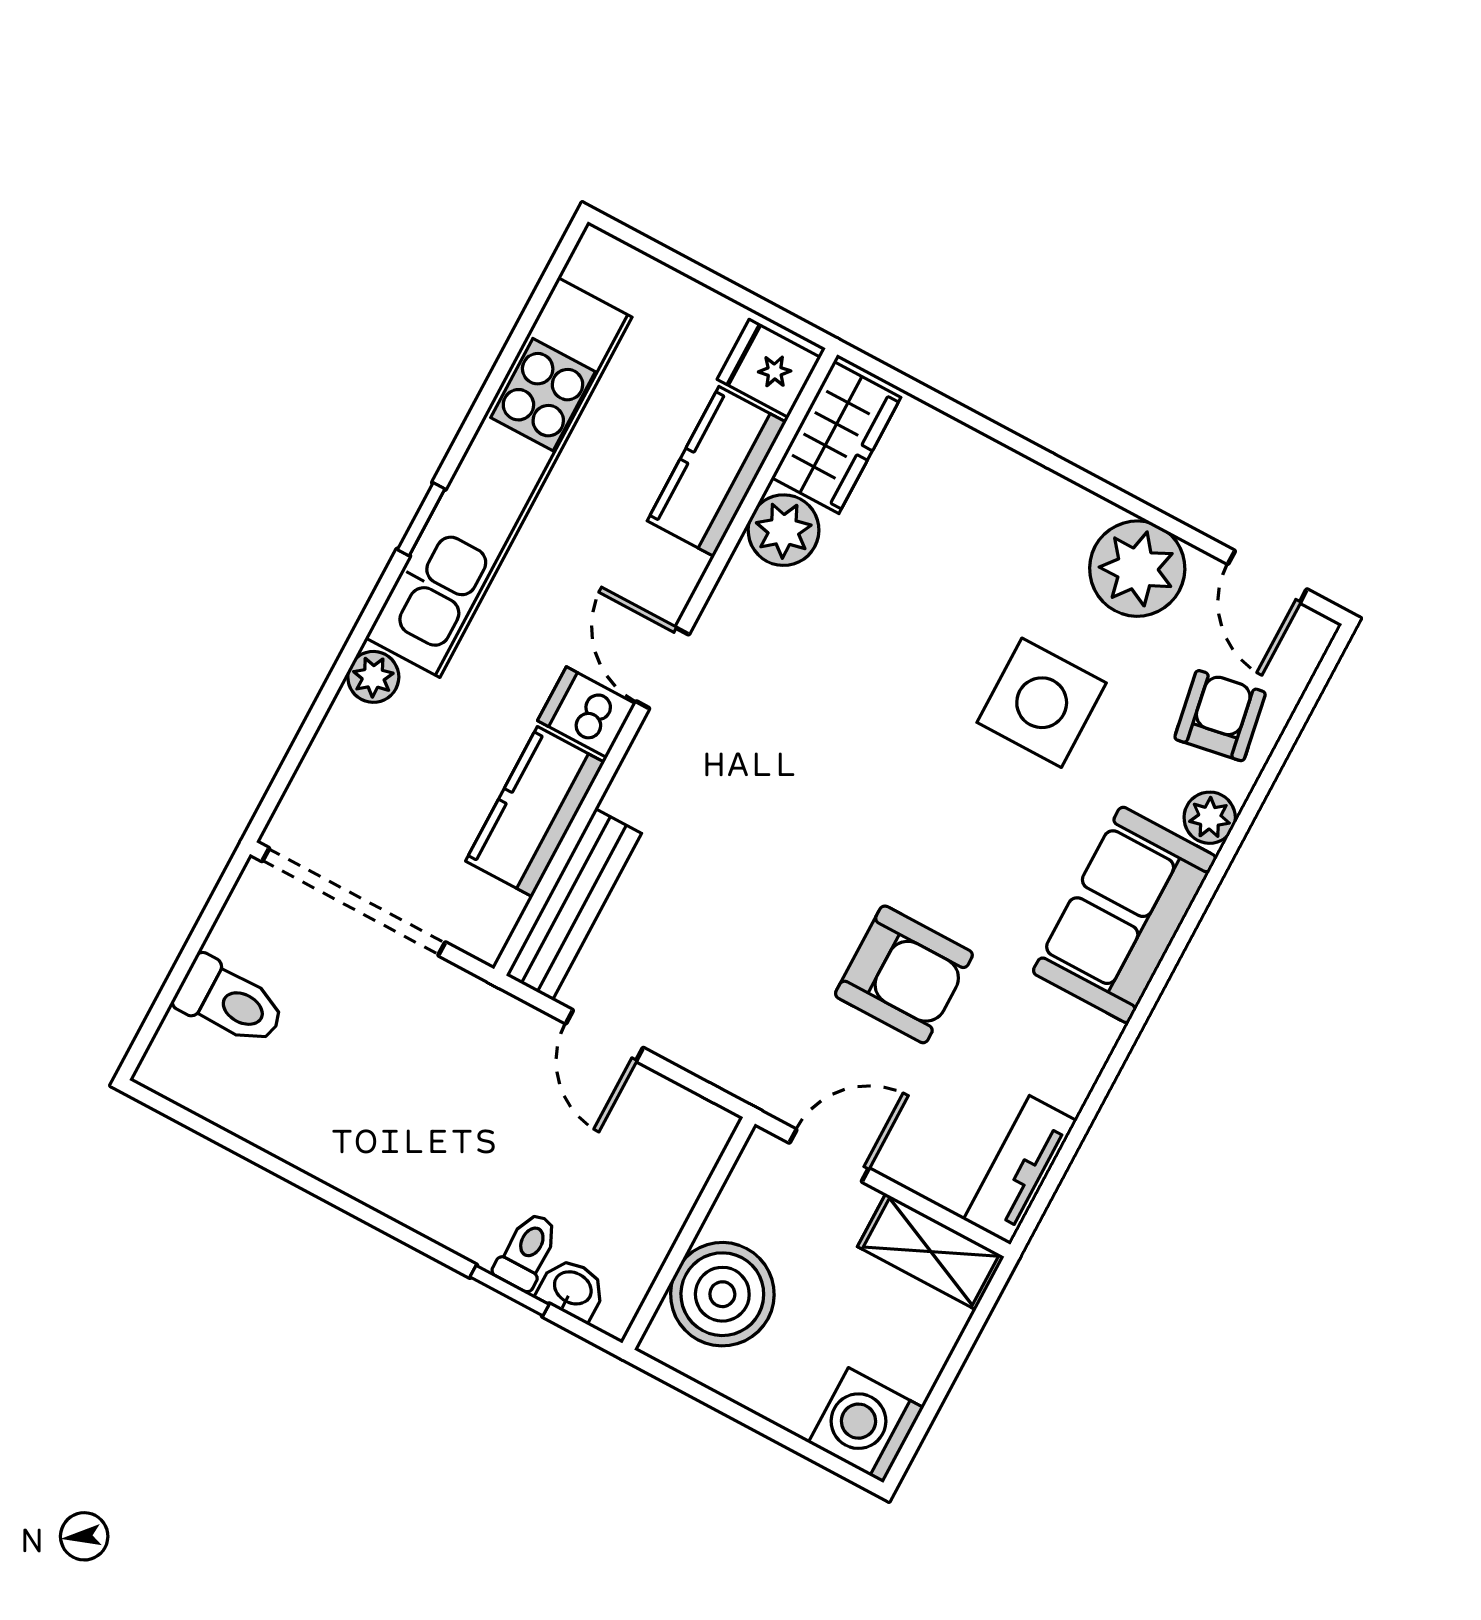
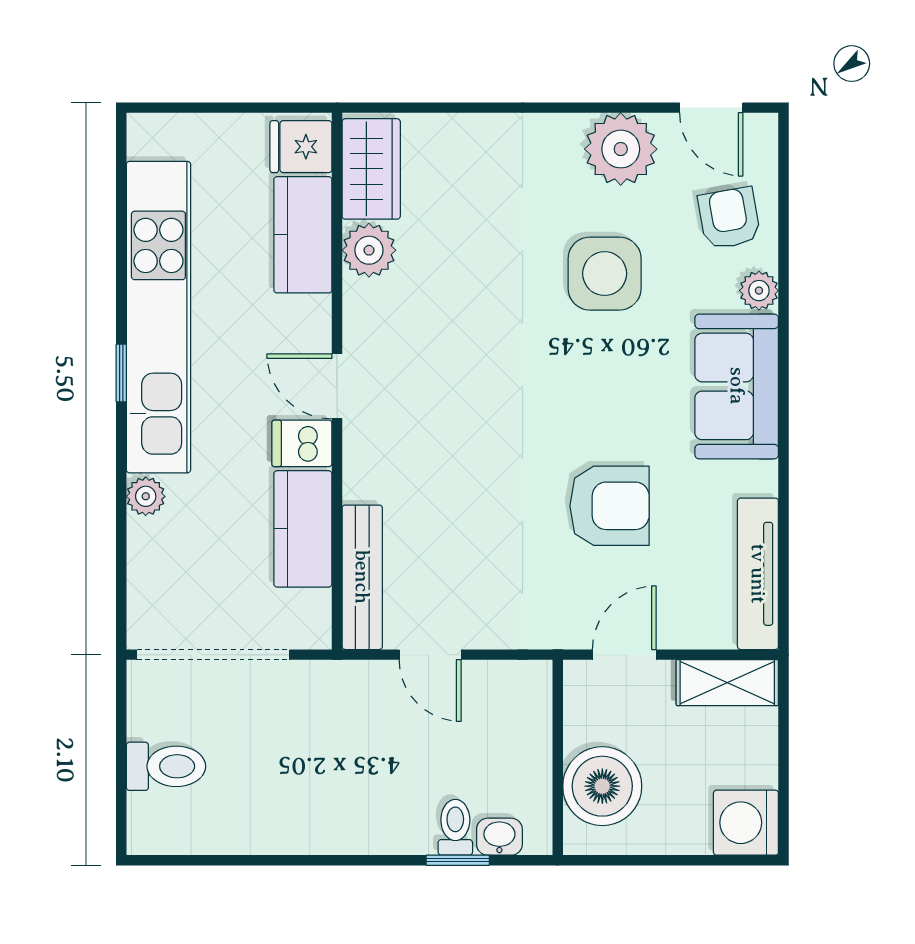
tv unit: (1020, 1170) -> (758, 574), width x1.41

